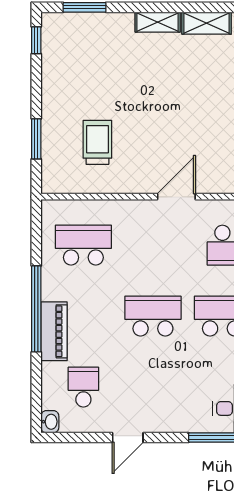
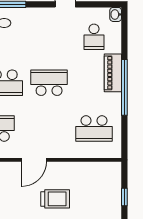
window: (36, 139) -> (124, 197), width x0.67
trolley: (97, 142) -> (55, 199), moved, turned -90
school desk: (153, 316) -> (49, 83), turned 180

